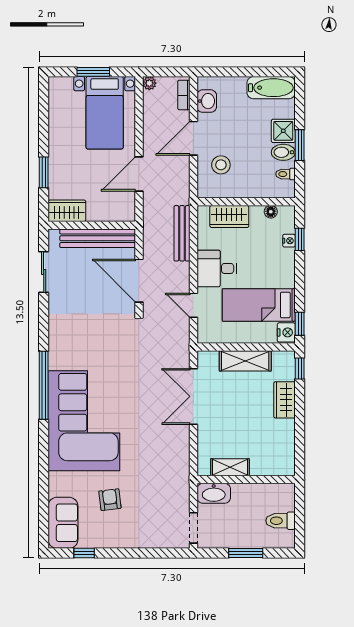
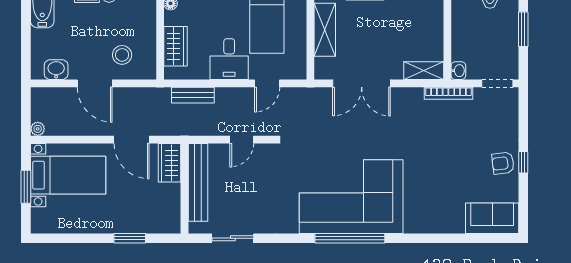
bookcase: (184, 95) -> (448, 93), moved, width x1.56
wardrobe: (67, 211) -> (170, 163), moved
bench: (182, 233) -> (193, 95), width x0.73
door: (139, 281) -> (242, 140), width x0.53
corner sofa: (84, 421) -> (351, 197), moved
shelving: (230, 467) -> (424, 71), moved, turned 90
washbasin: (214, 493) -> (458, 71), width x0.52, depth x0.69
armchair: (110, 500) -> (503, 163), moved
window: (84, 553) -> (523, 162), moved

